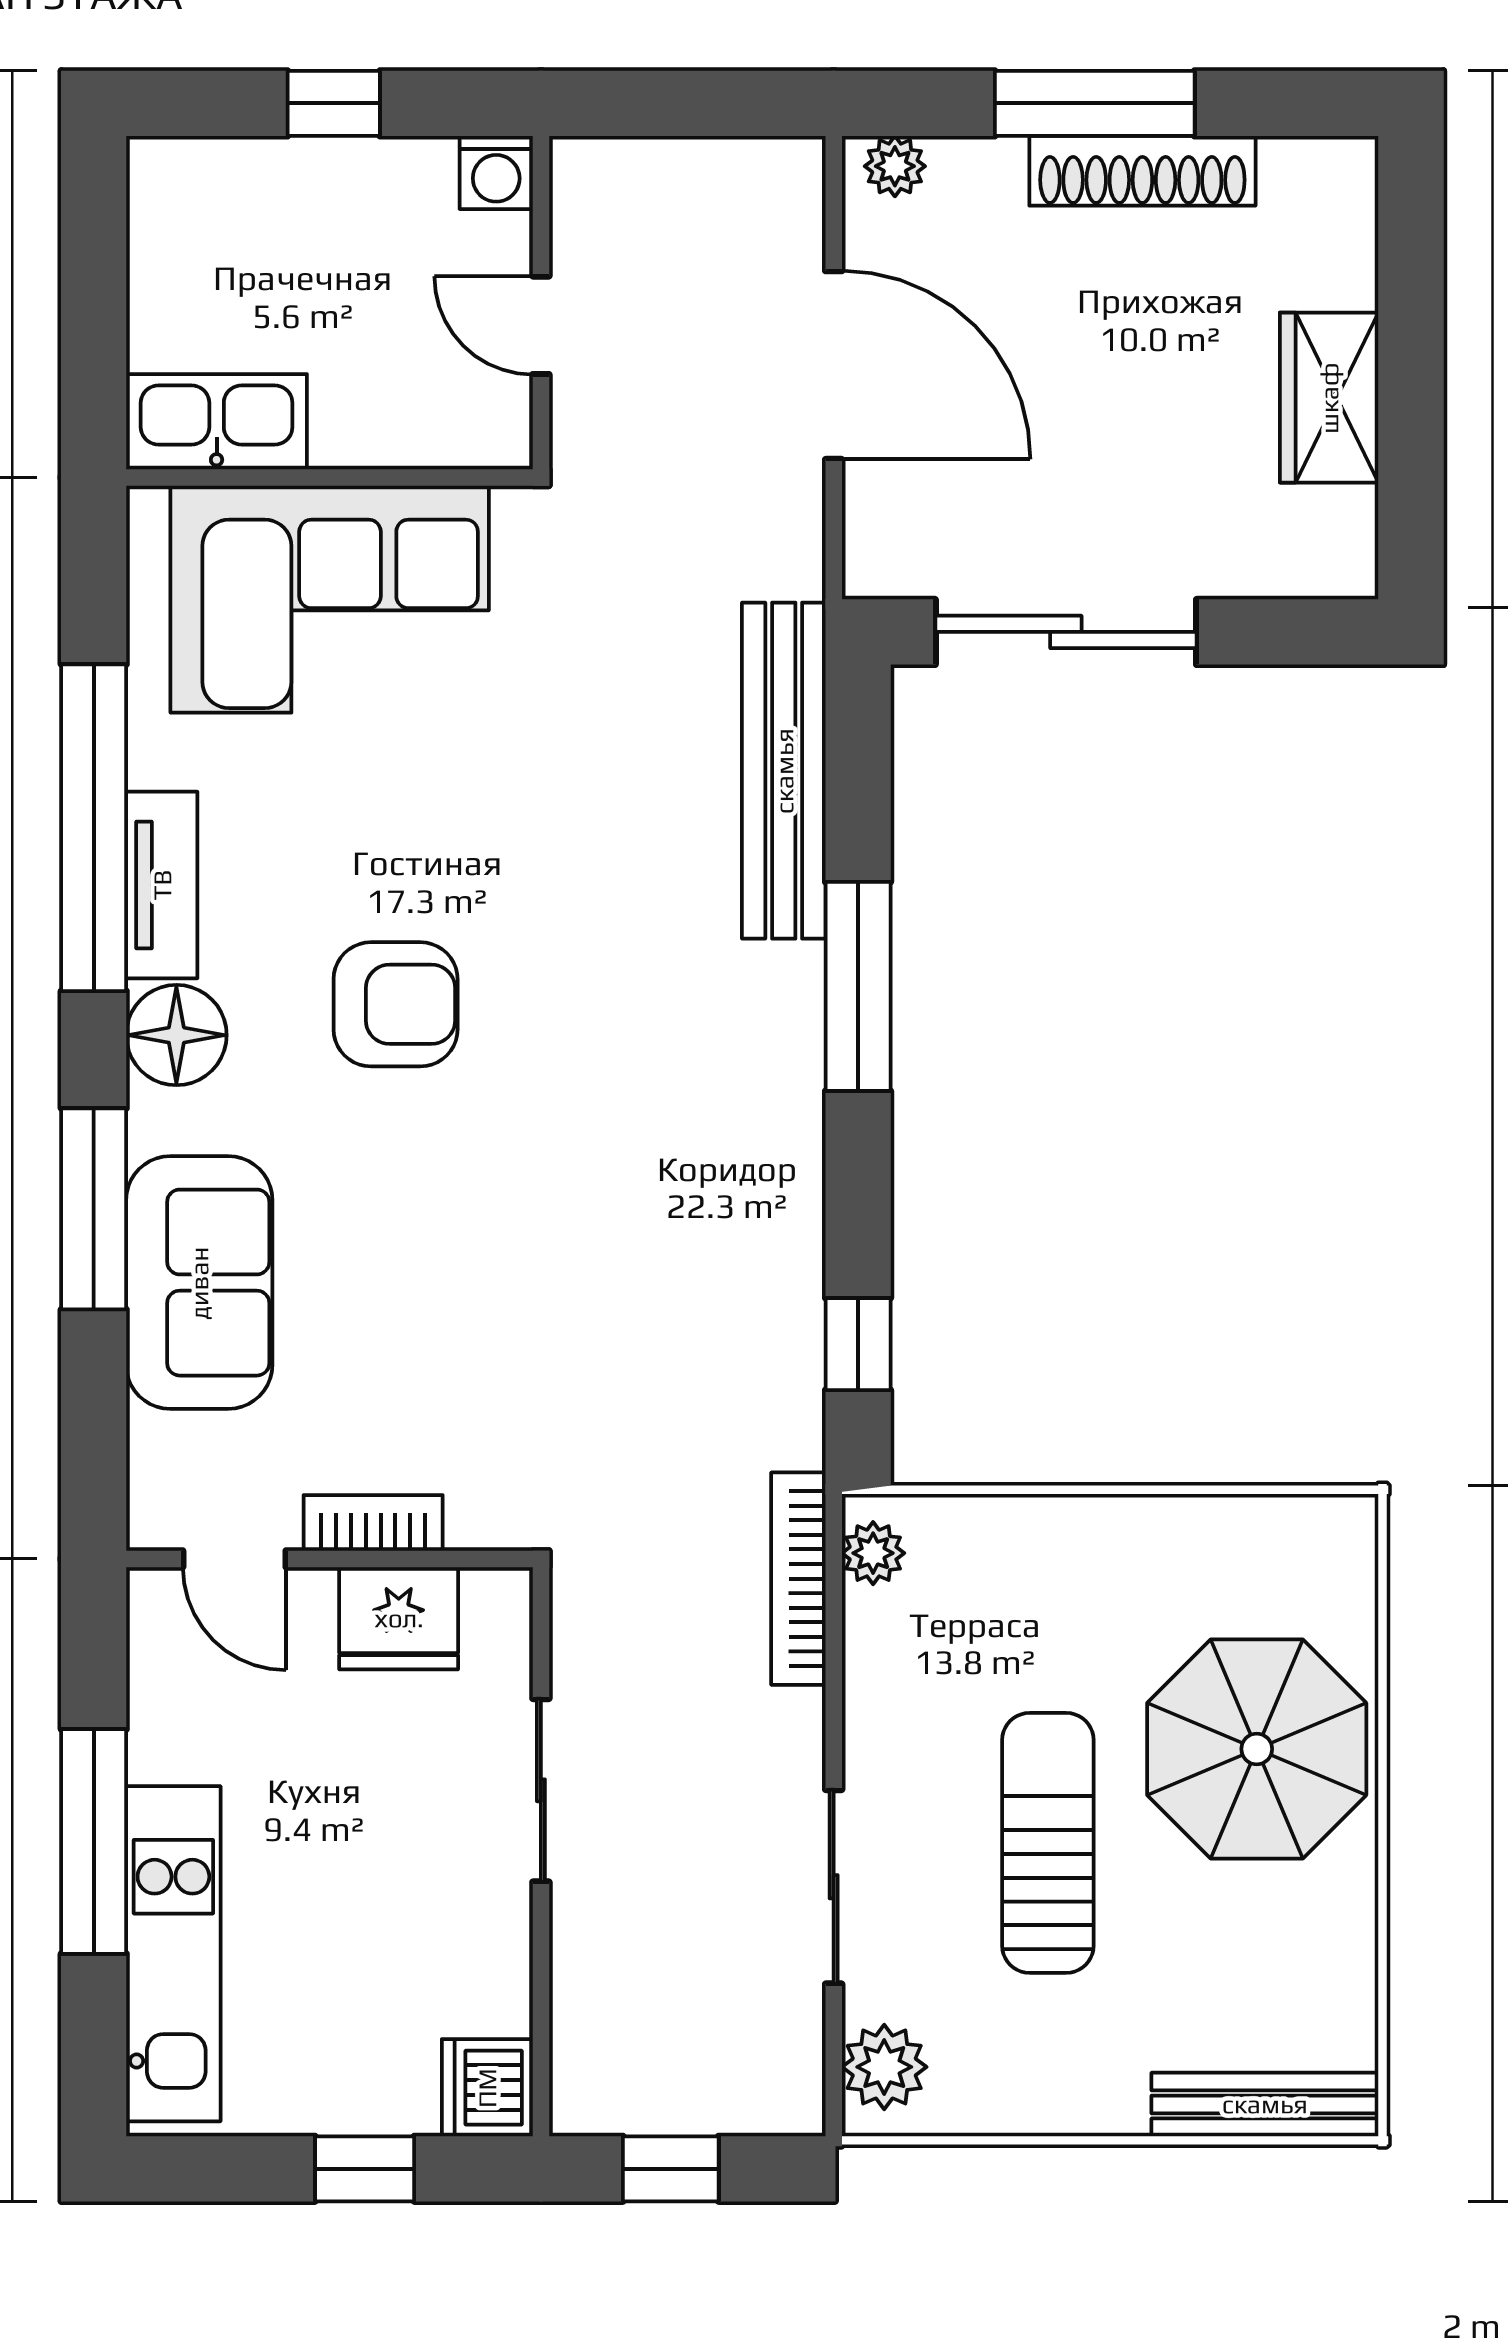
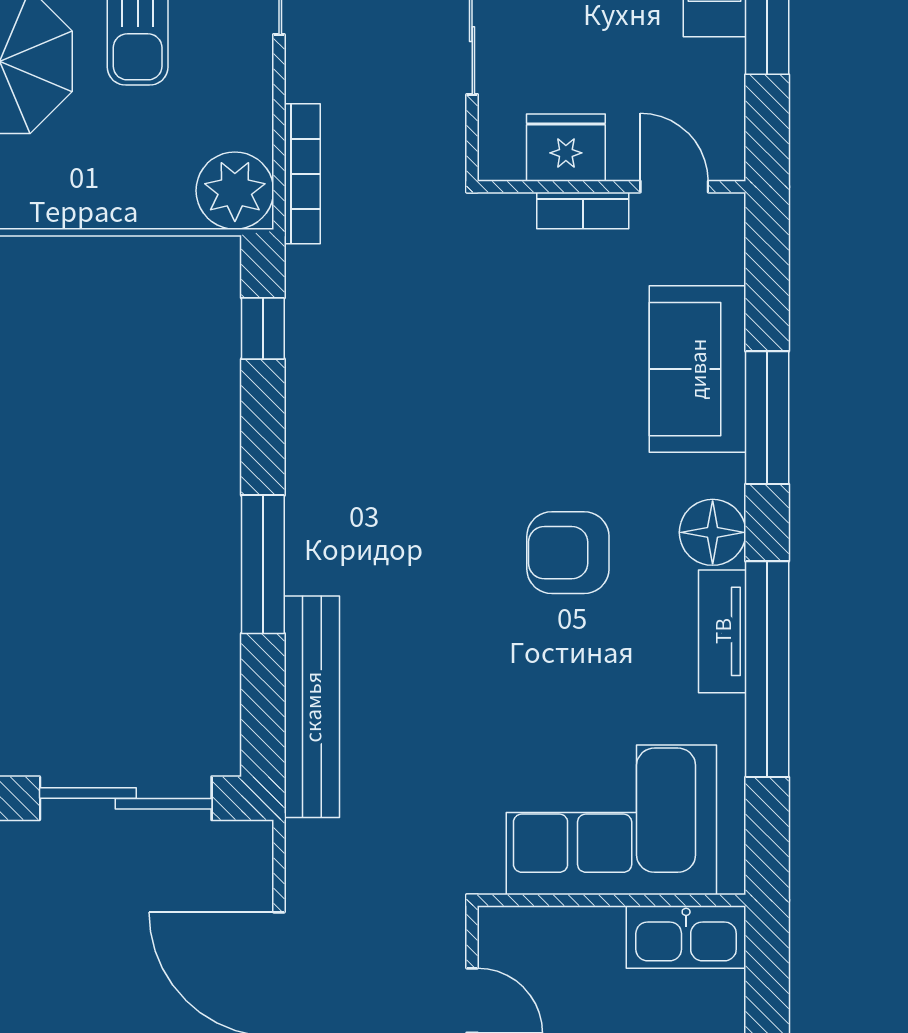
plant: (873, 1553) -> (235, 191), width x1.88, depth x1.88

